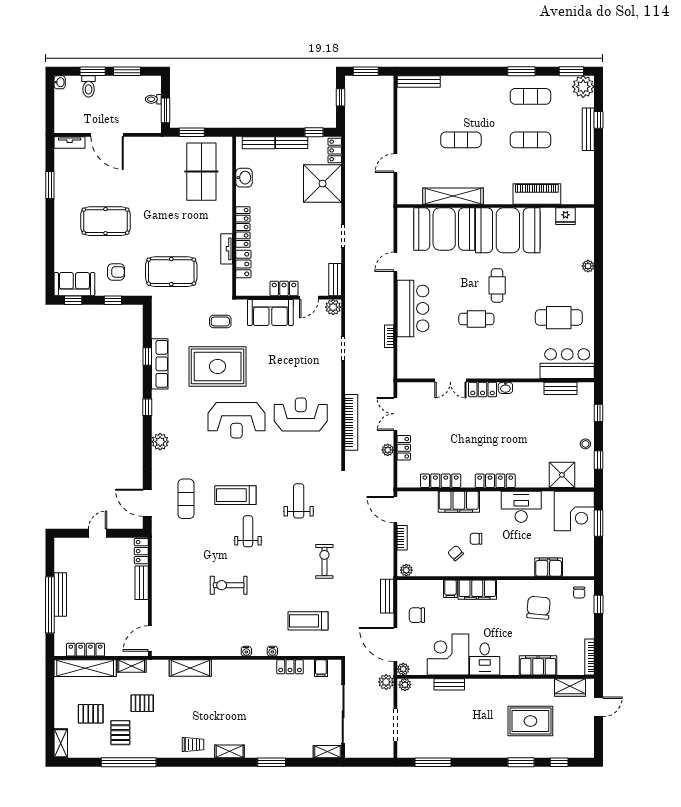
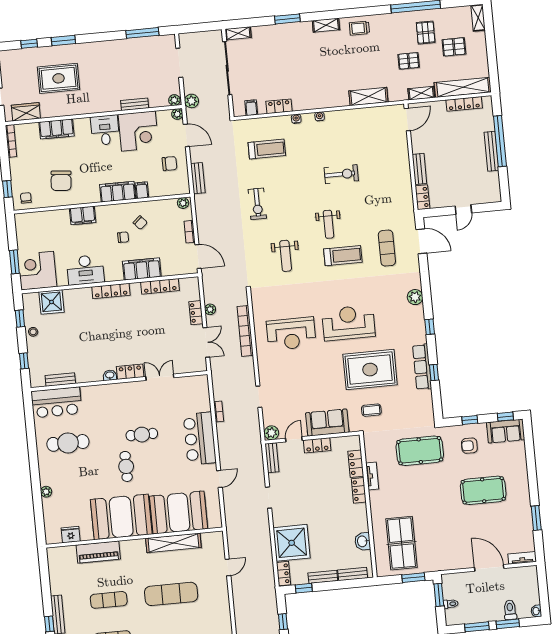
exercise mat: (461, 140) -> (171, 594), width x1.36, depth x1.45
locker: (243, 227) -> (359, 490), width x0.66
filing cabinet: (549, 567) -> (83, 215), moved
door: (395, 644) -> (186, 135), width x0.73

